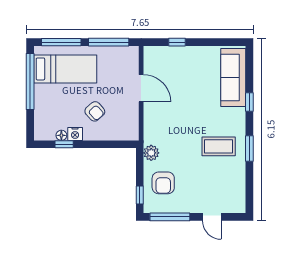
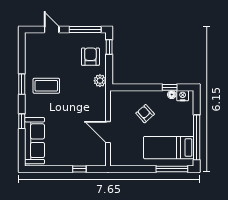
window: (109, 42) -> (134, 169), removed
nightstand: (75, 134) -> (183, 96), moved

